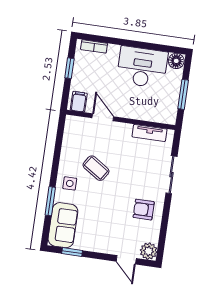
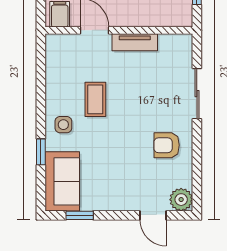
tv unit: (149, 133) -> (135, 42), moved
coffee table: (96, 168) -> (95, 99), turned 57
window: (50, 201) -> (41, 152), width x0.67

